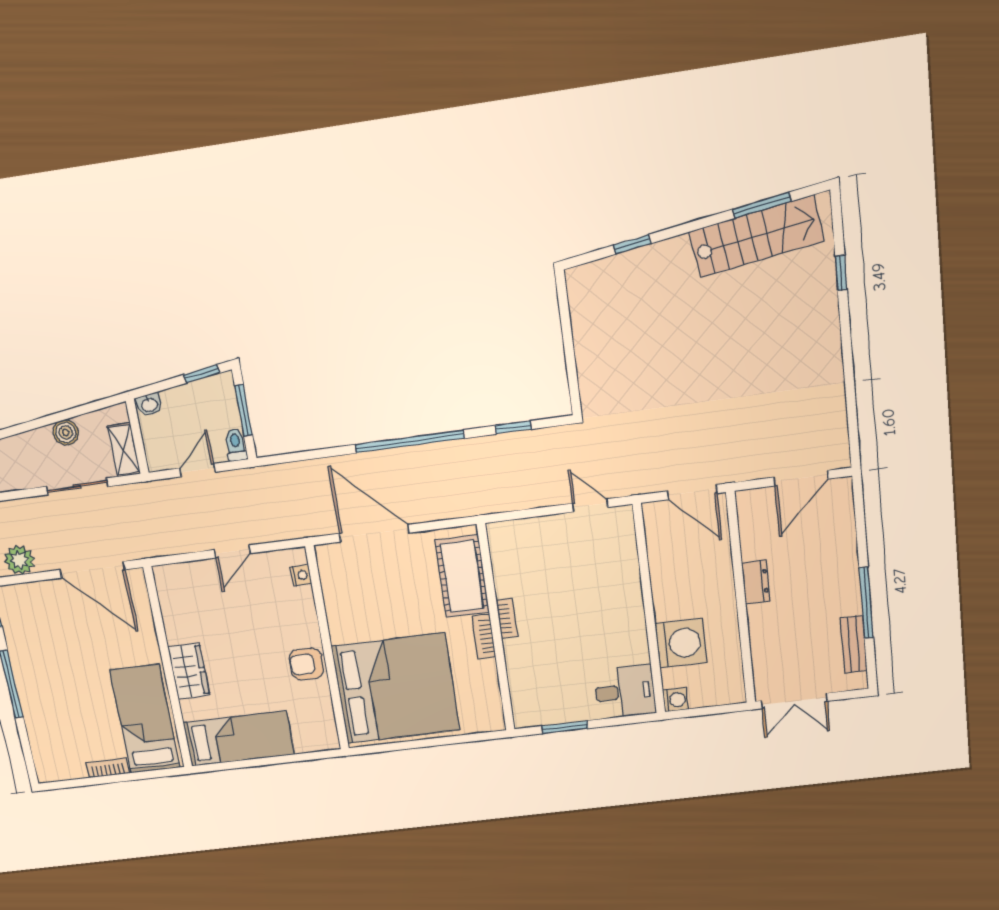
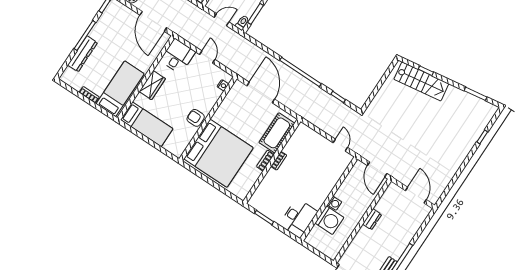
stairs: (757, 236) -> (421, 81), moved
door: (801, 478) -> (416, 195), swing flipped
door: (232, 552) -> (207, 57), swing flipped
desk: (184, 591) -> (178, 56), added
desk: (625, 692) -> (298, 218), width x1.37
washing machine: (676, 700) -> (334, 203), moved
dresser: (36, 715) -> (83, 54), added

